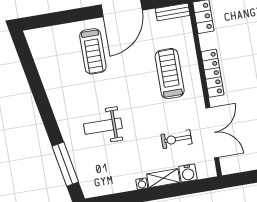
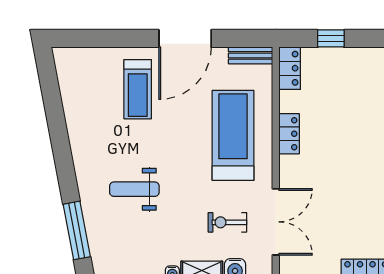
locker: (213, 73) -> (289, 134), width x0.66
treadmill: (170, 74) -> (233, 135), width x1.37, depth x1.38

